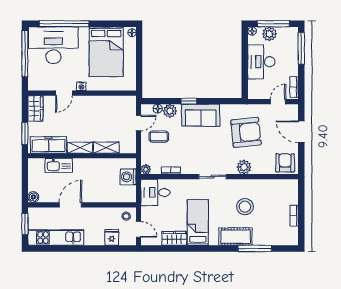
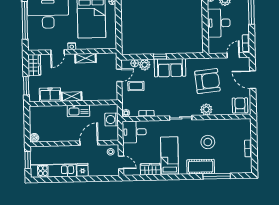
freezer: (49, 145) -> (50, 95), width x0.71
shelving: (106, 148) -> (86, 58), moved
kitchen sink: (59, 165) -> (78, 111), moved
door: (70, 205) -> (89, 143), moved
fridge: (112, 237) -> (83, 170), moved

